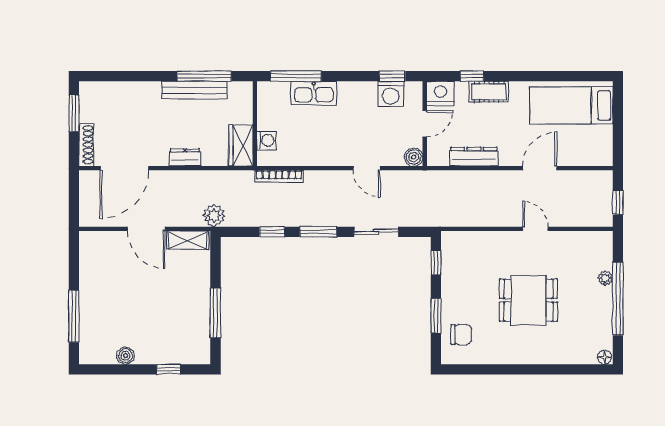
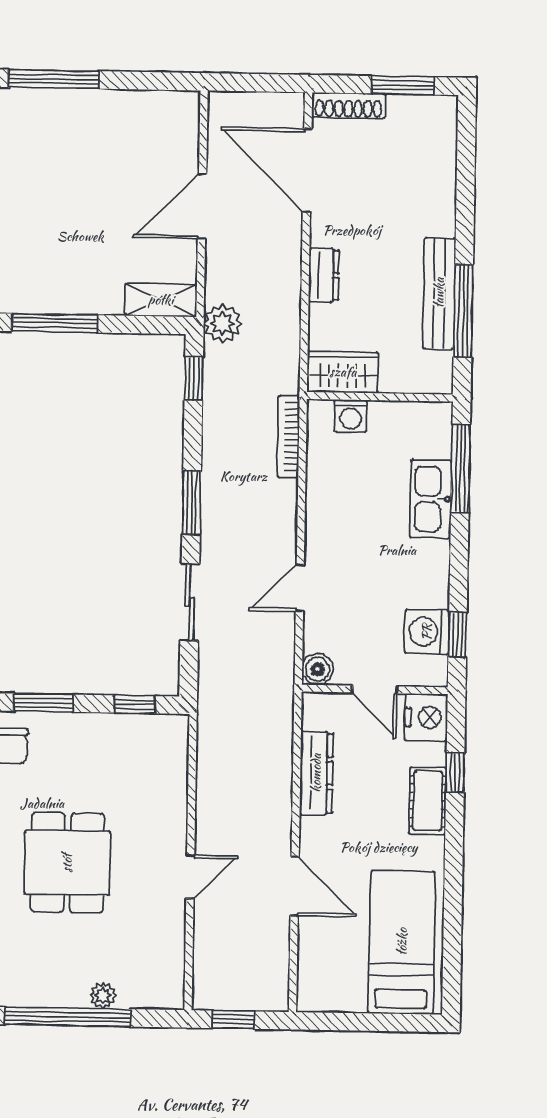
window: (272, 232) -> (194, 379), moved
shelving: (188, 240) -> (161, 300), moved, turned 90

